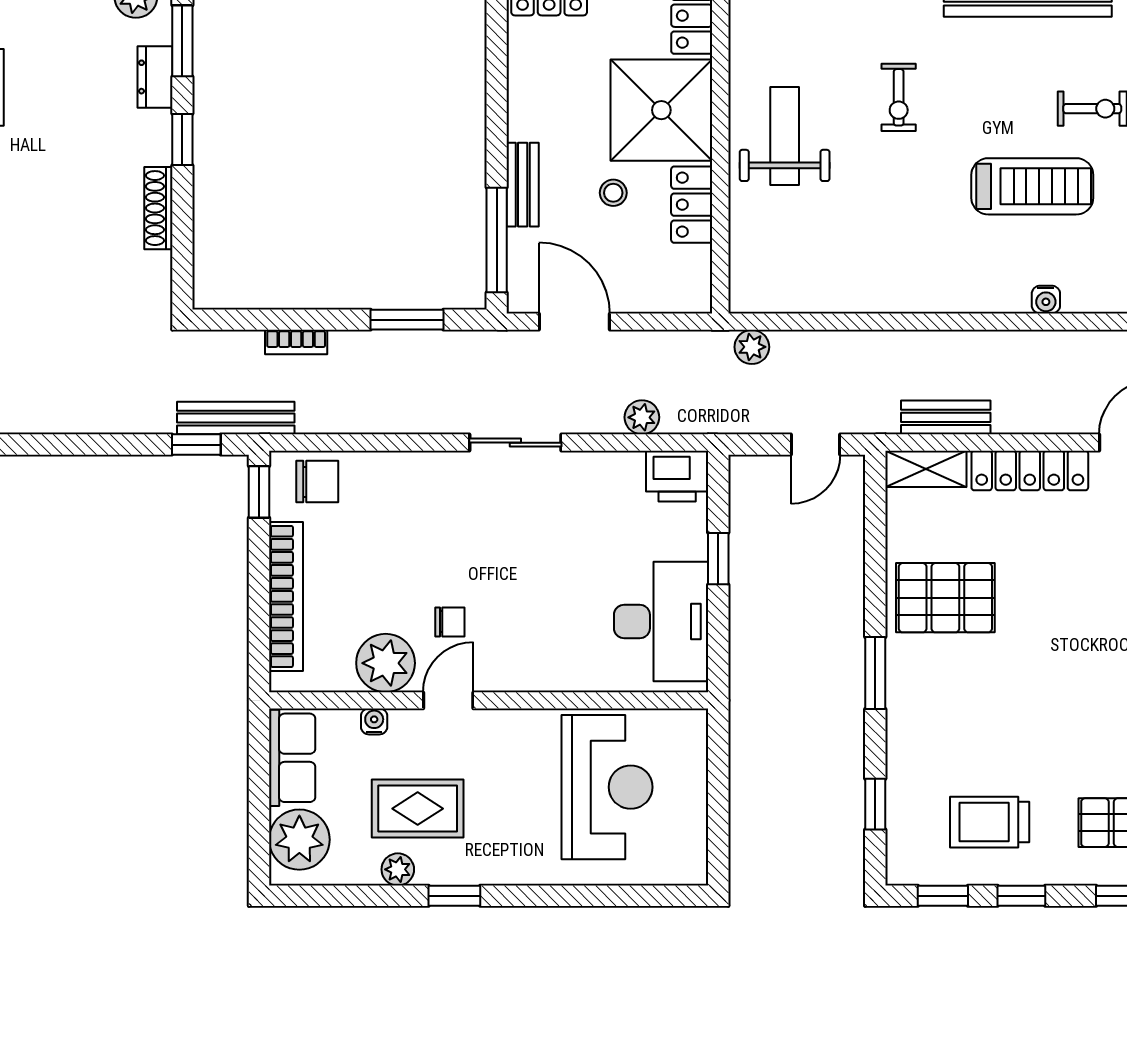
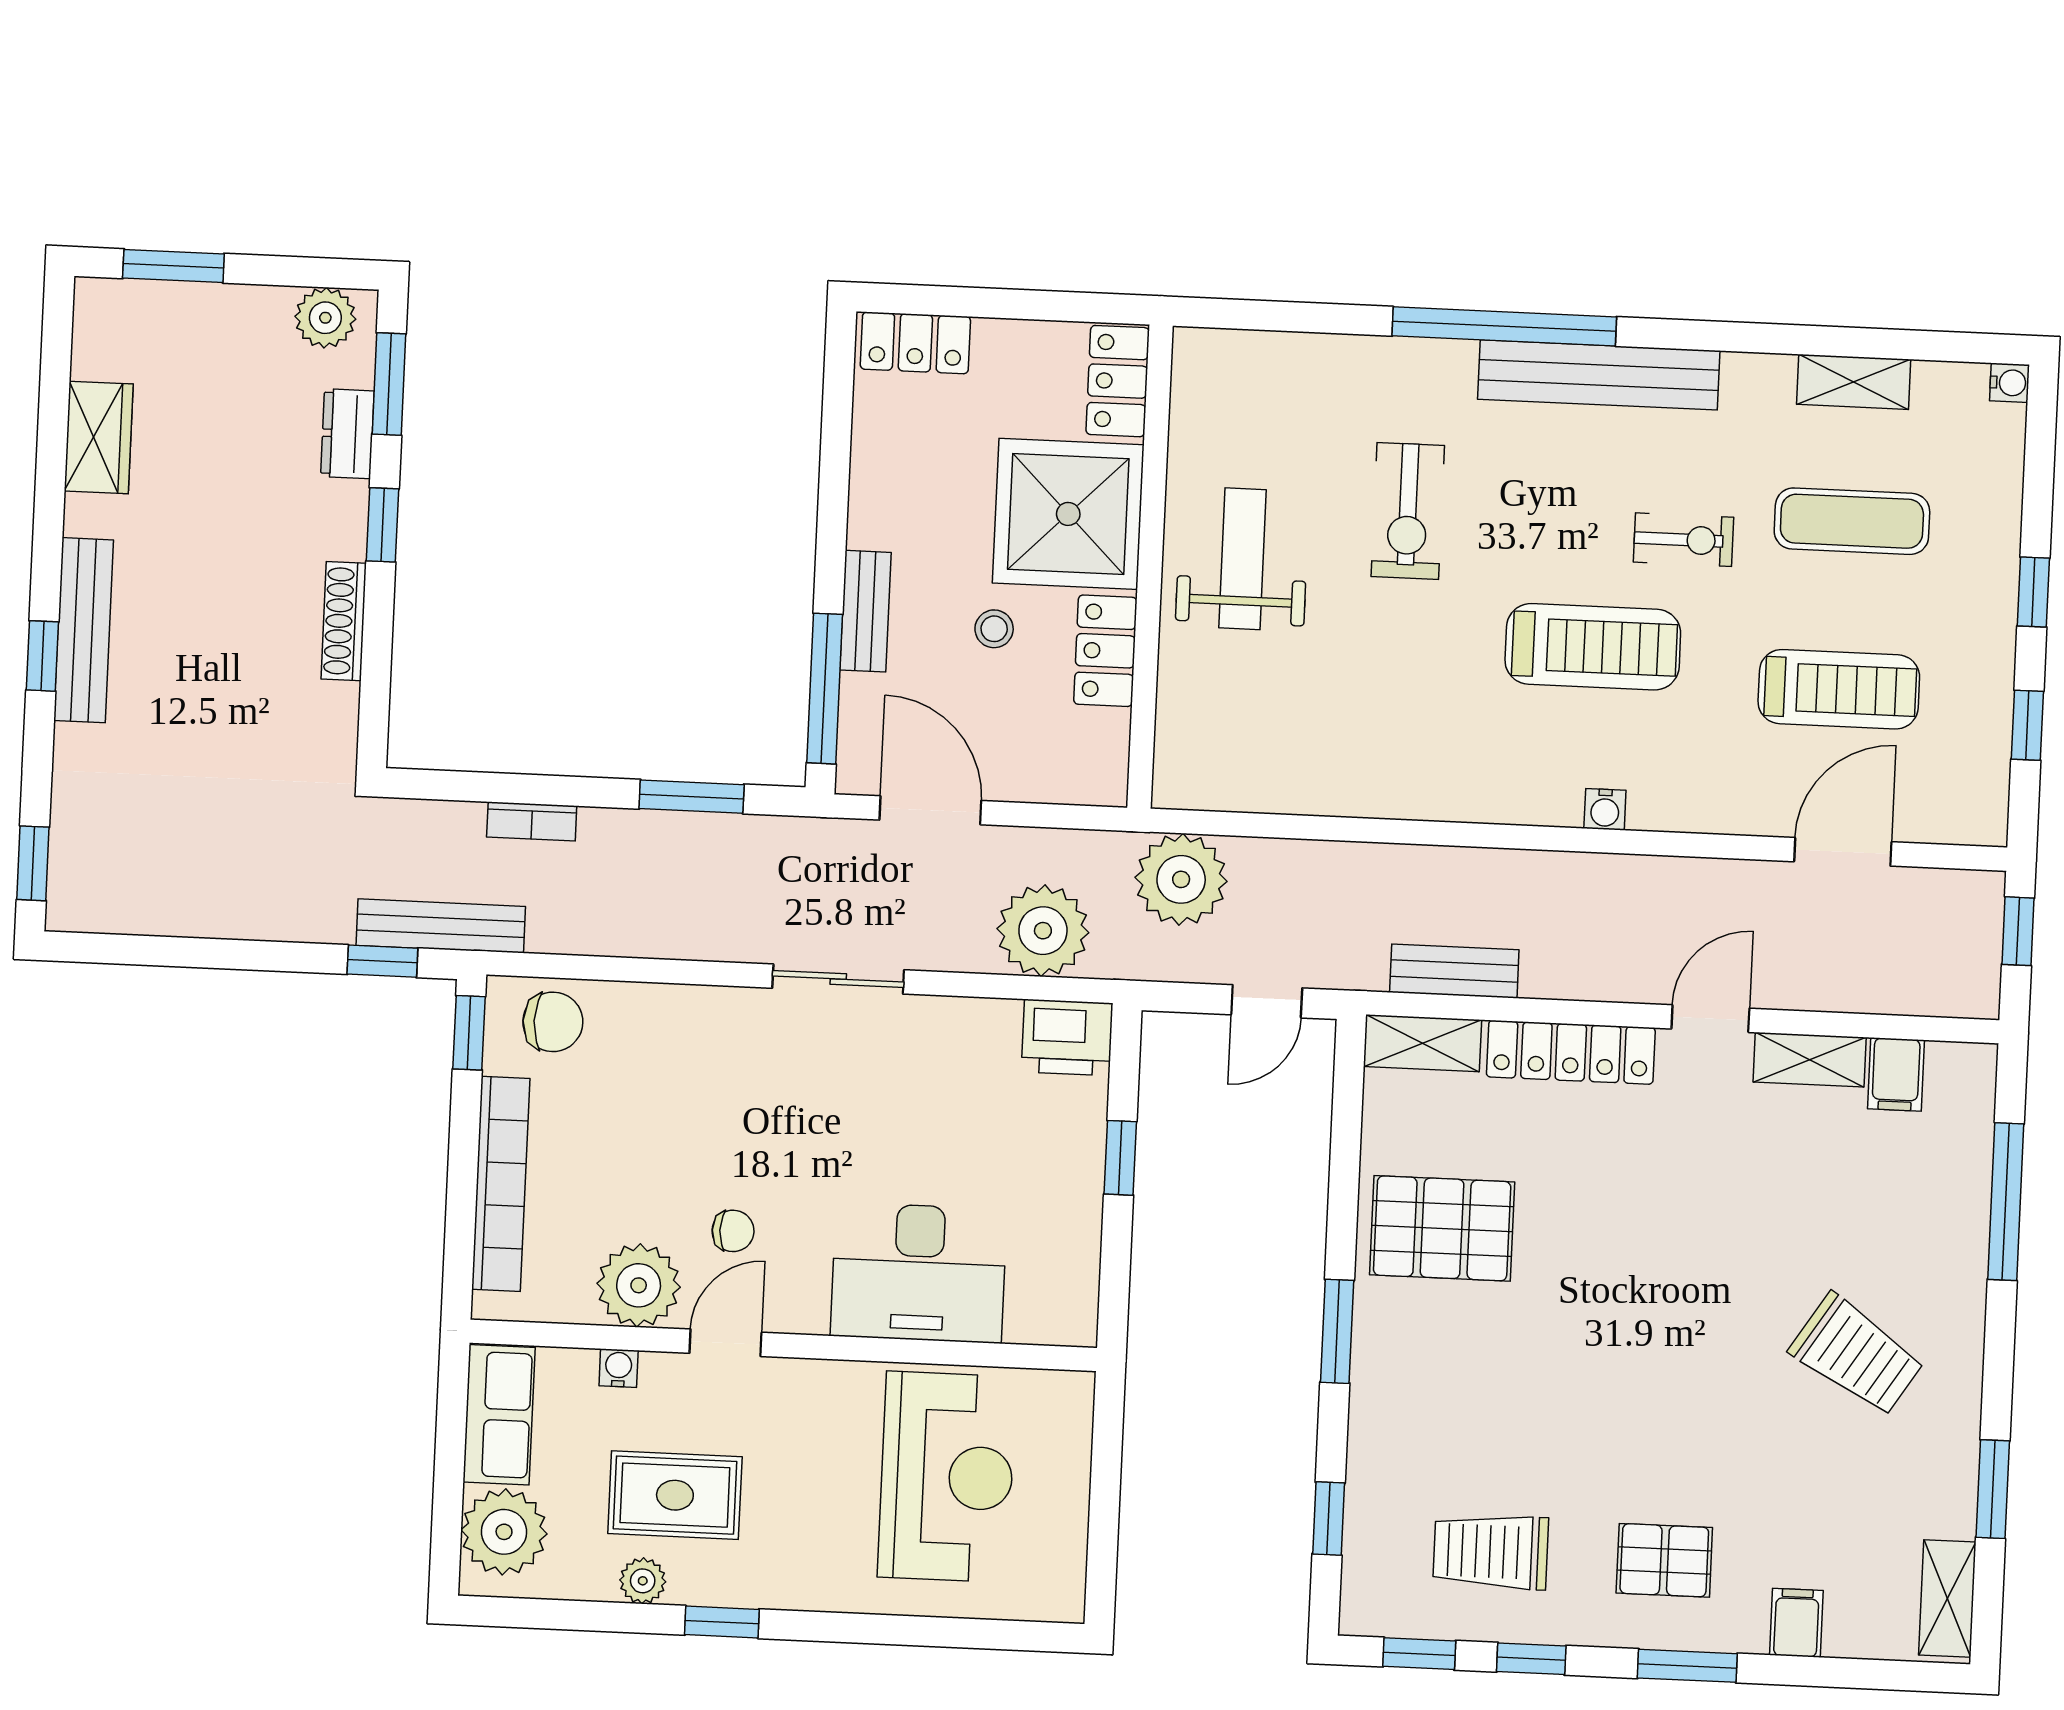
exercise bike: (899, 97) -> (1408, 511), width x1.38, depth x1.39
plant: (752, 347) -> (1181, 879), width x1.87, depth x1.87
plant: (642, 417) -> (1043, 931), width x1.87, depth x1.87
desk: (661, 622) -> (919, 1273), moved, turned 90

